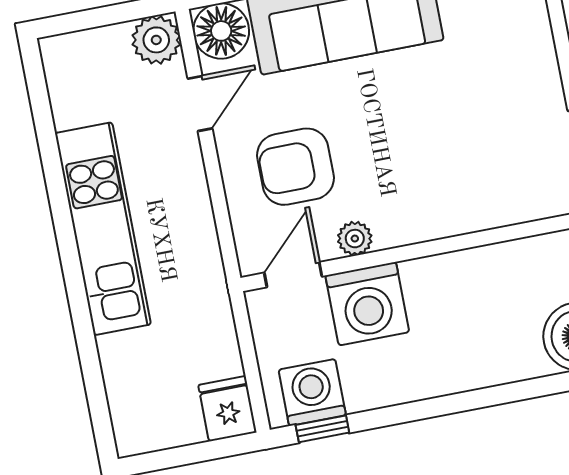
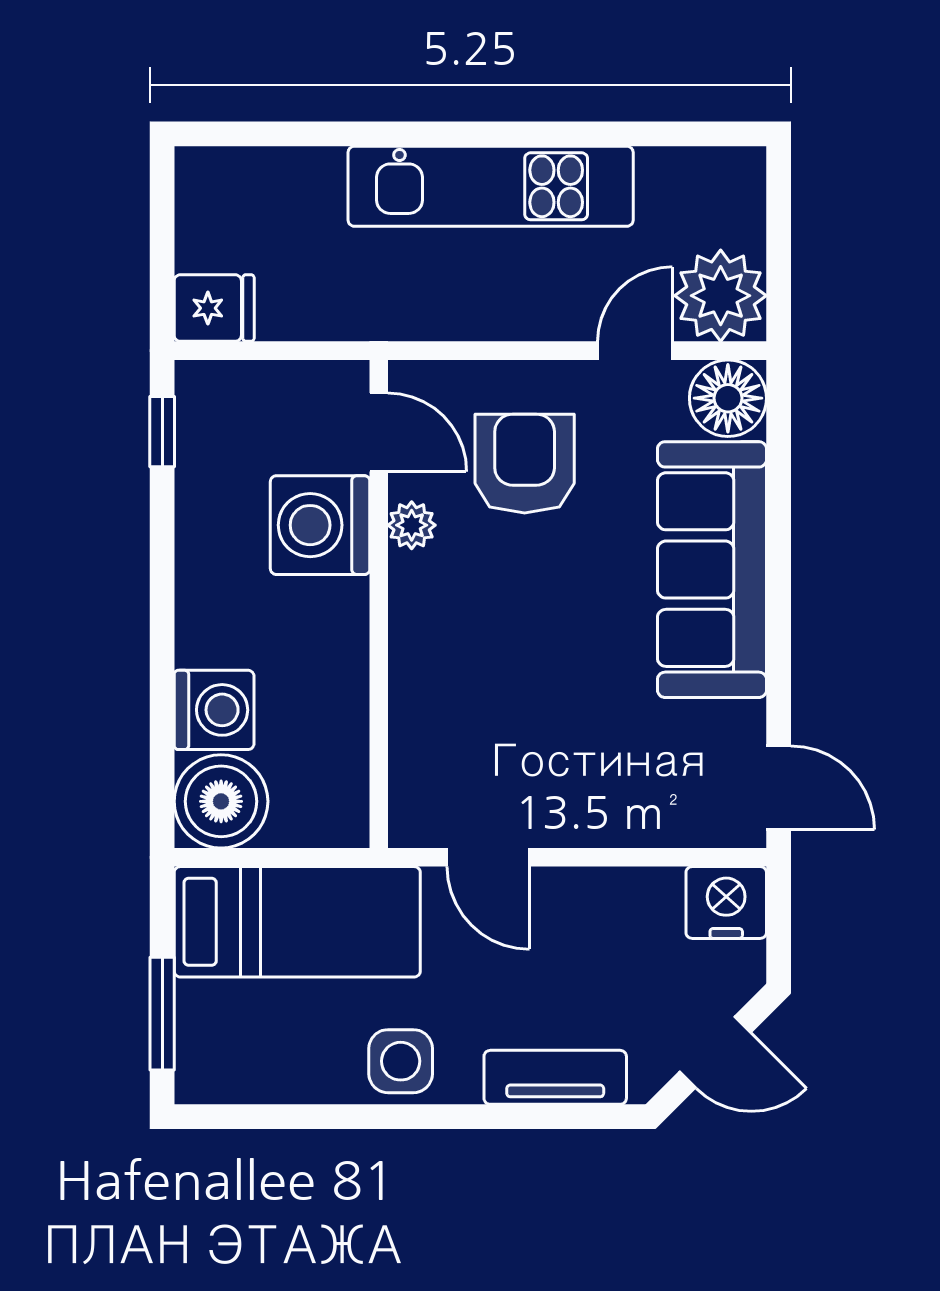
plant: (156, 40) -> (721, 296), width x1.36, depth x1.36
door: (200, 104) -> (635, 351), swing flipped
washing machine: (312, 392) -> (214, 710), moved

